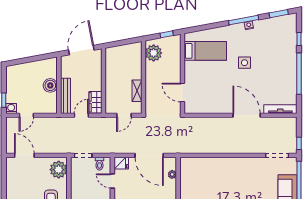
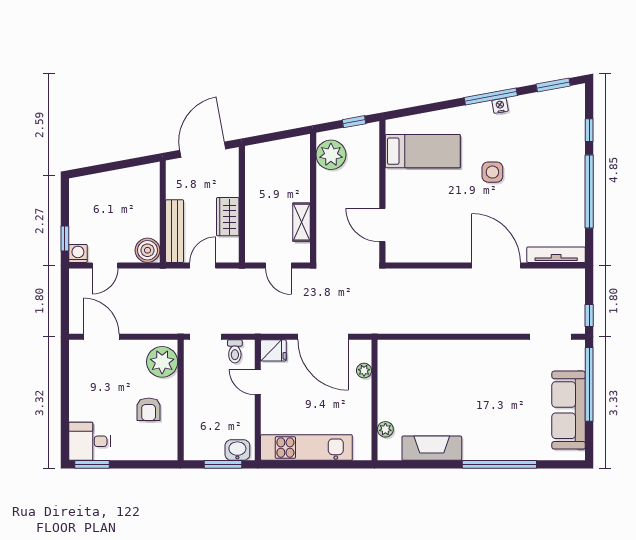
boiler: (50, 85) -> (147, 250), moved
wardrobe: (95, 102) -> (228, 217), moved
door: (124, 115) -> (278, 266), hinge flipped

